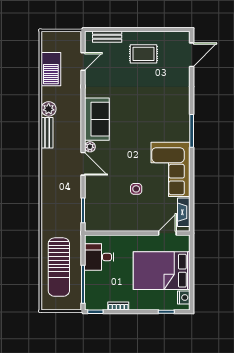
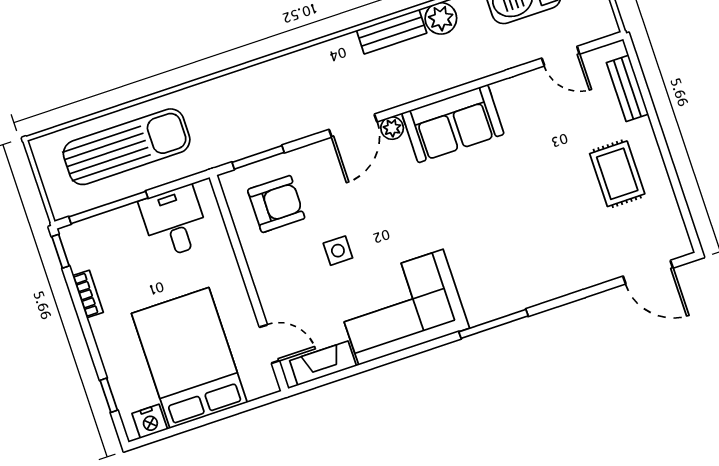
armchair: (106, 209) -> (276, 204), added
sun lounger: (59, 267) -> (127, 147), turned 180

